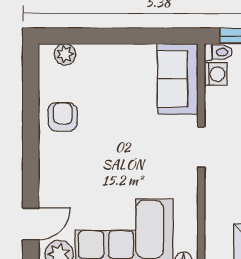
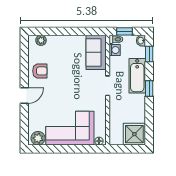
armchair: (63, 117) -> (40, 71), turned 90
door: (31, 224) -> (24, 96), moved

